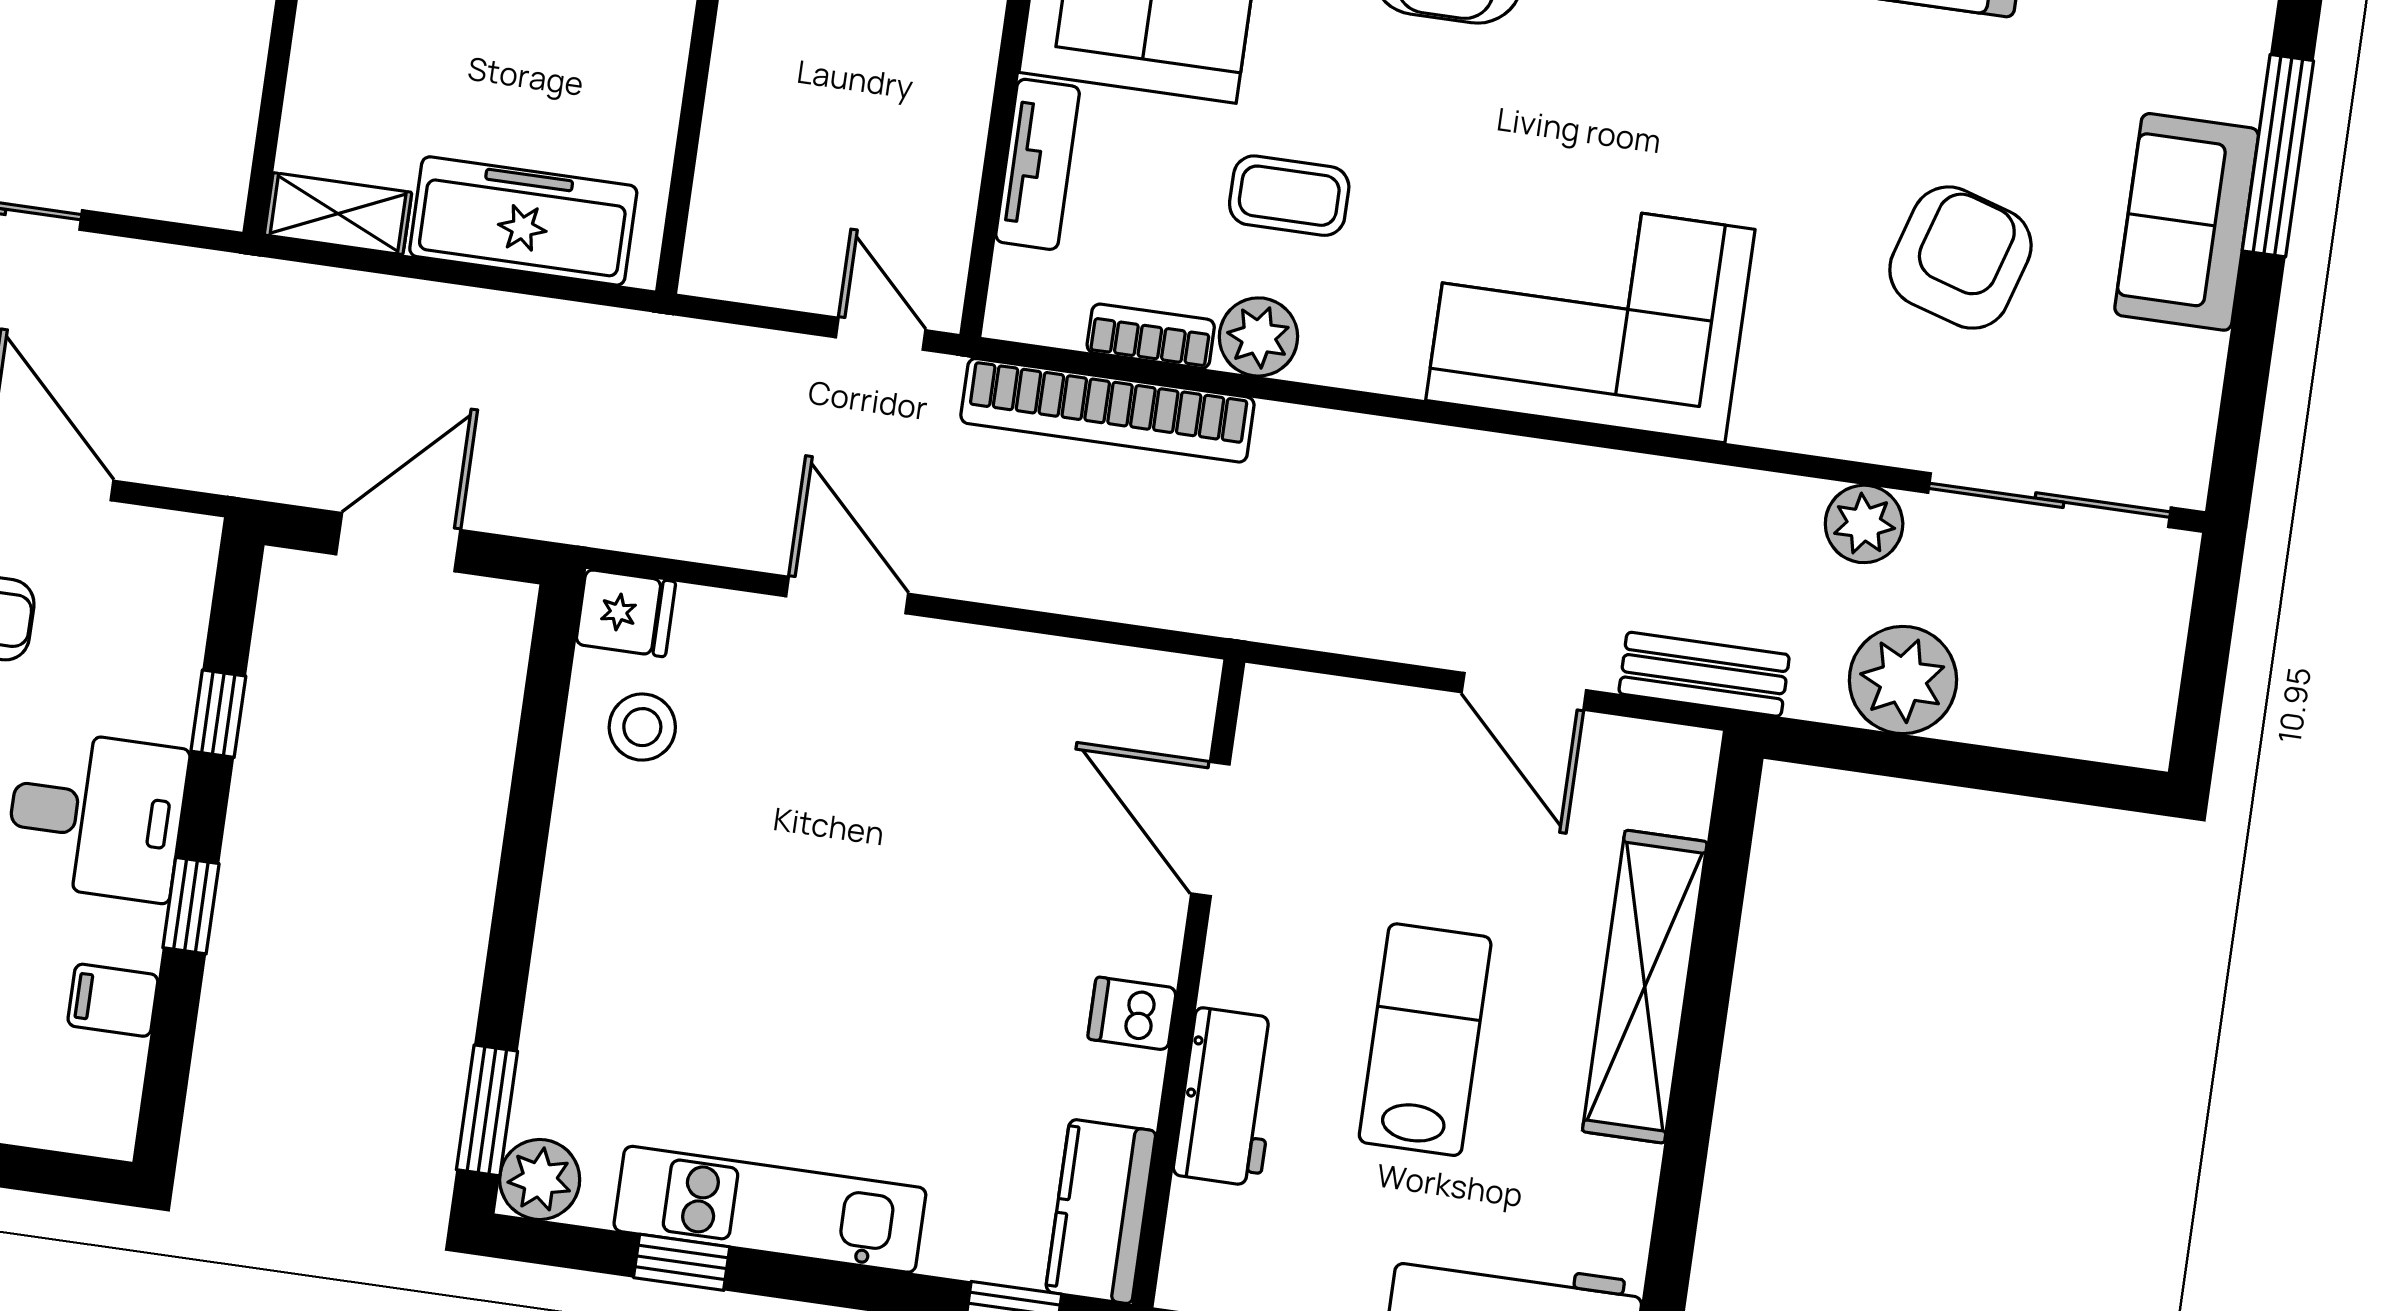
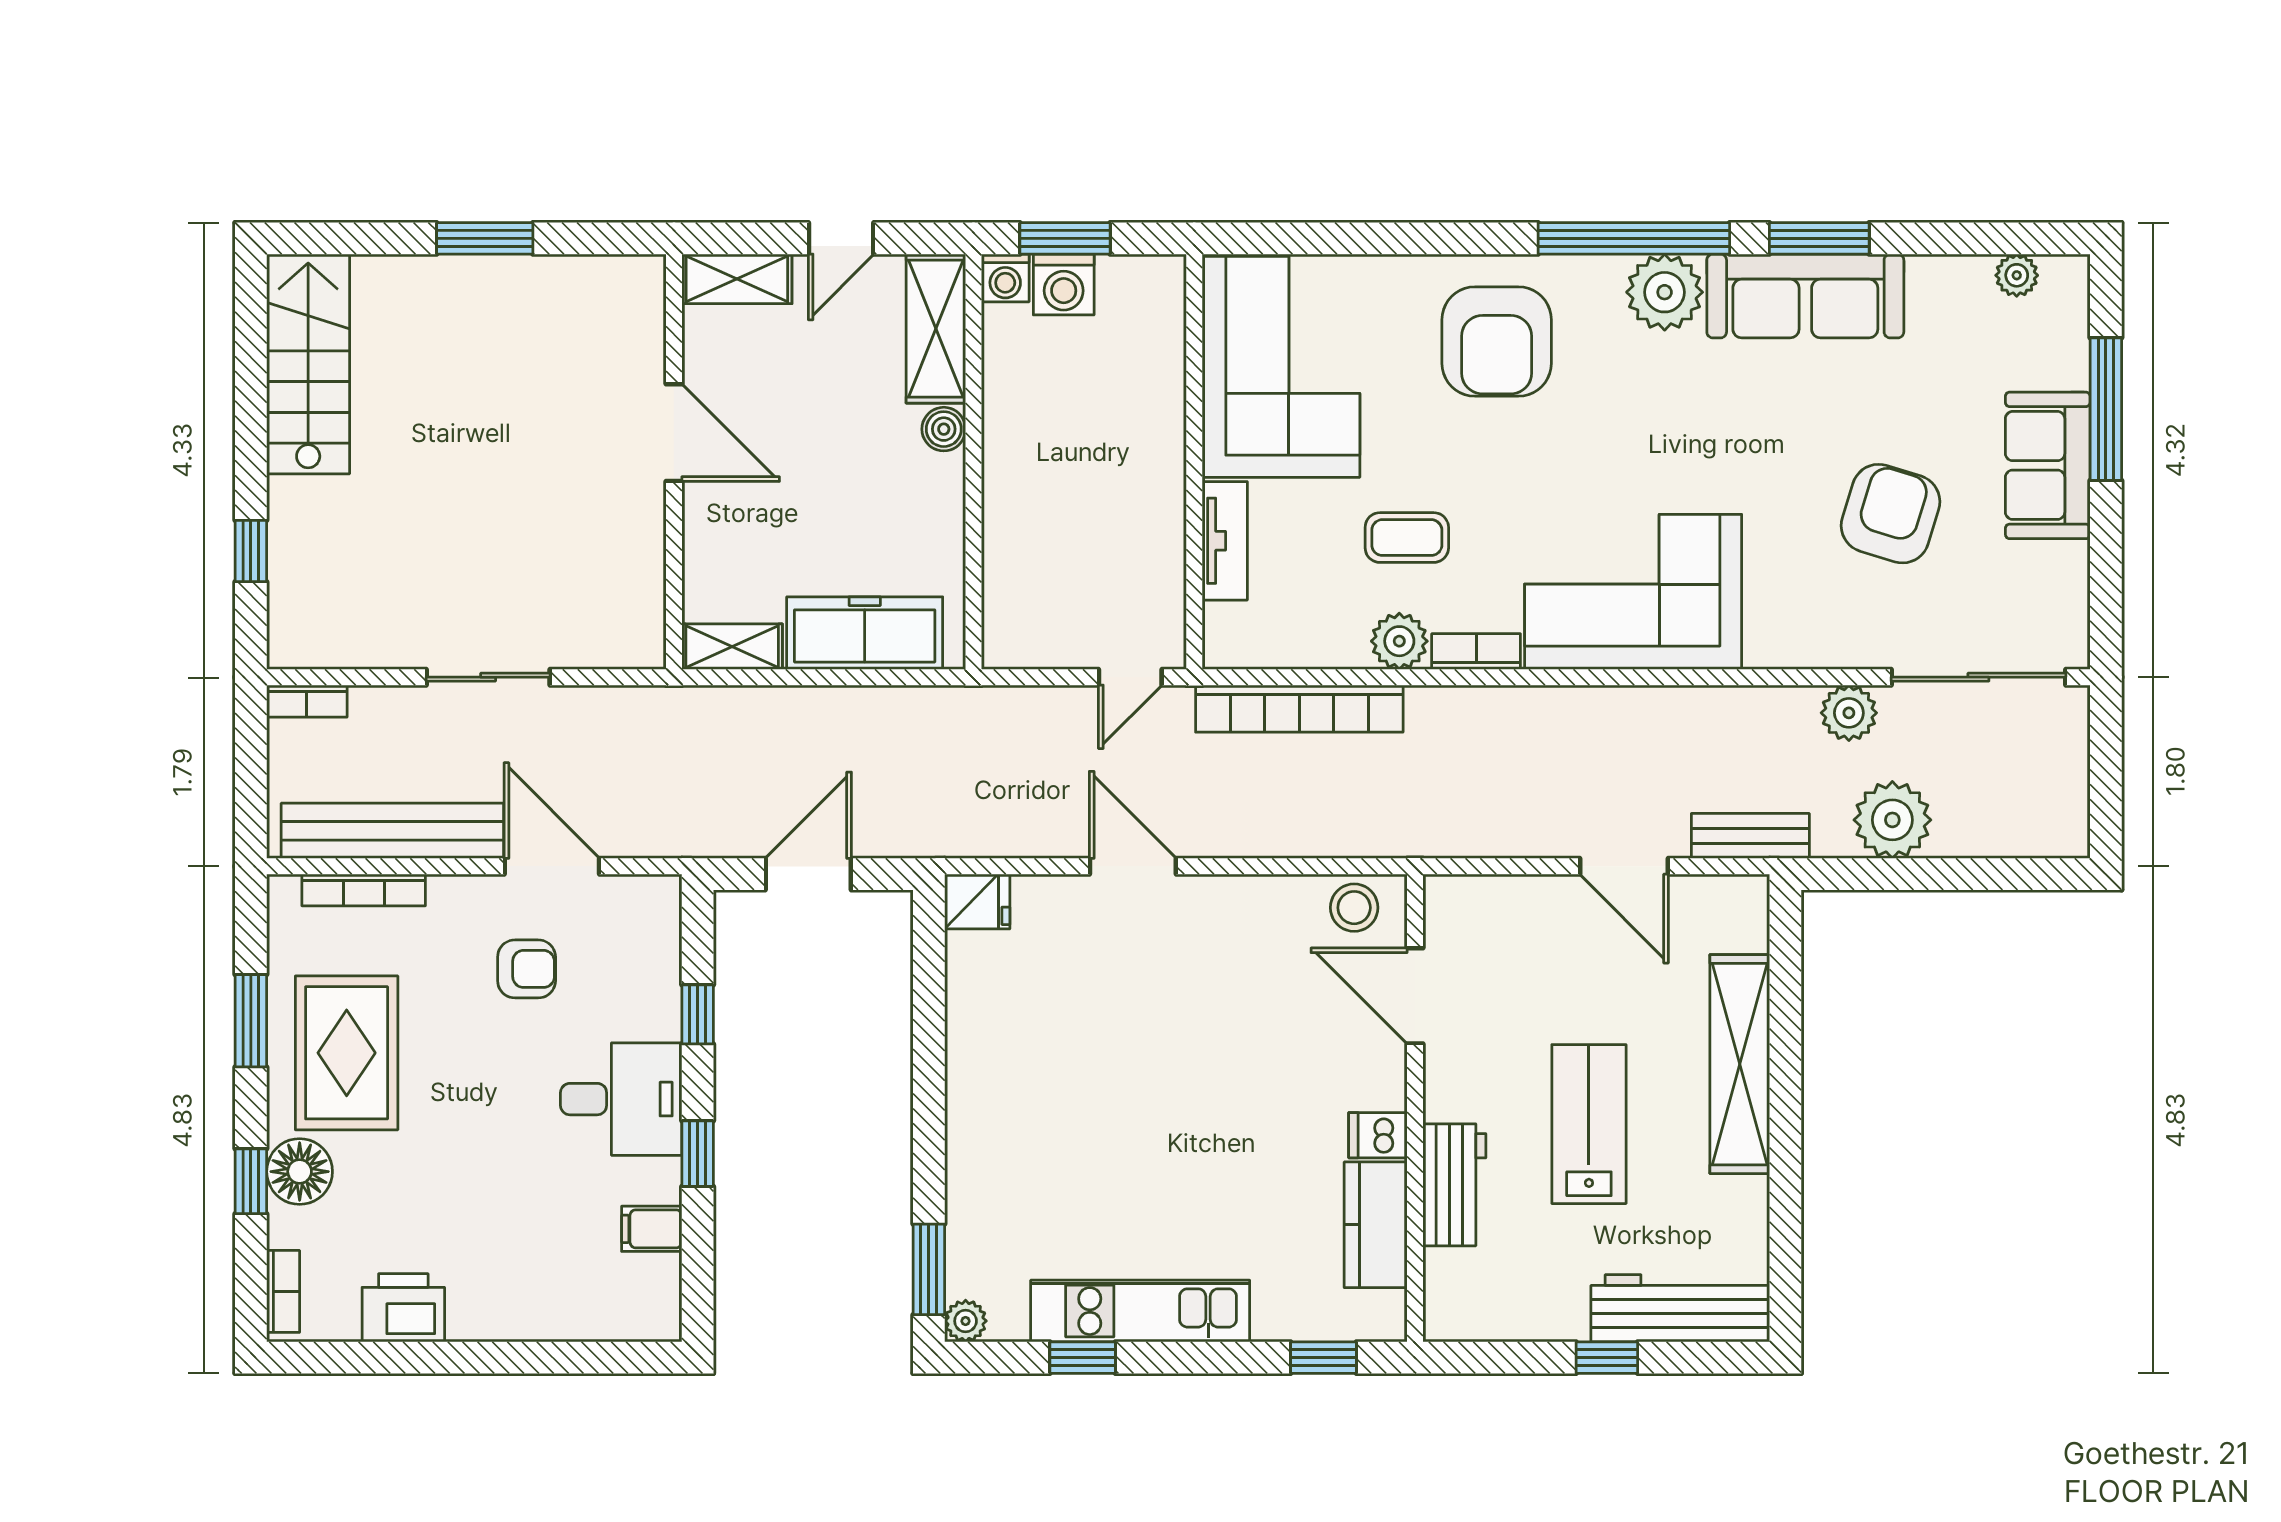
door: (881, 334) -> (1130, 677), swing flipped
bookcase: (1151, 336) -> (1476, 652), moved
stool: (642, 727) -> (1354, 908), moved
plant: (540, 1179) -> (966, 1321), width x0.73, depth x0.73
kitchen counter: (1101, 1211) -> (1376, 1225), moved

